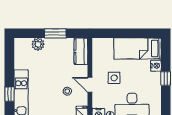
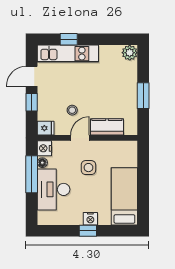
plant: (38, 44) -> (130, 53), moved
kitchen counter: (81, 51) -> (107, 127), moved
nightstand: (156, 66) -> (90, 219), moved

